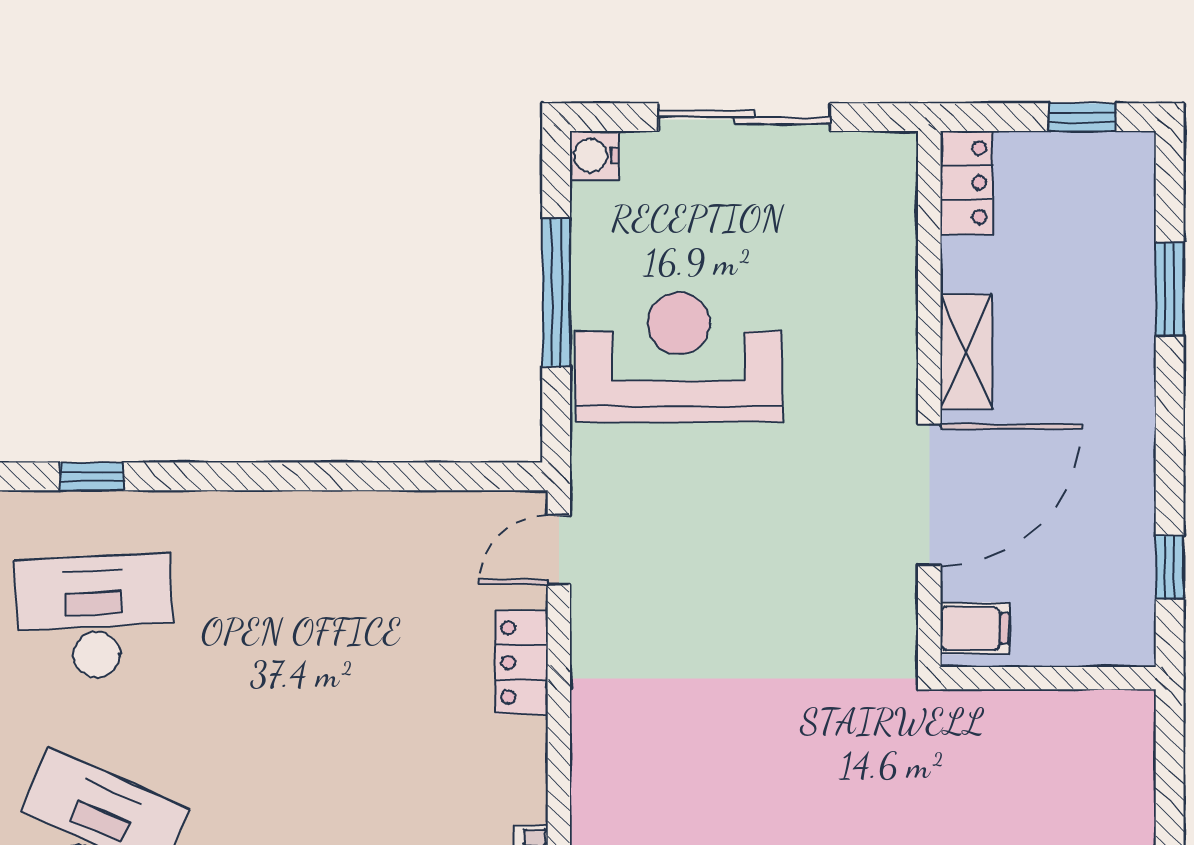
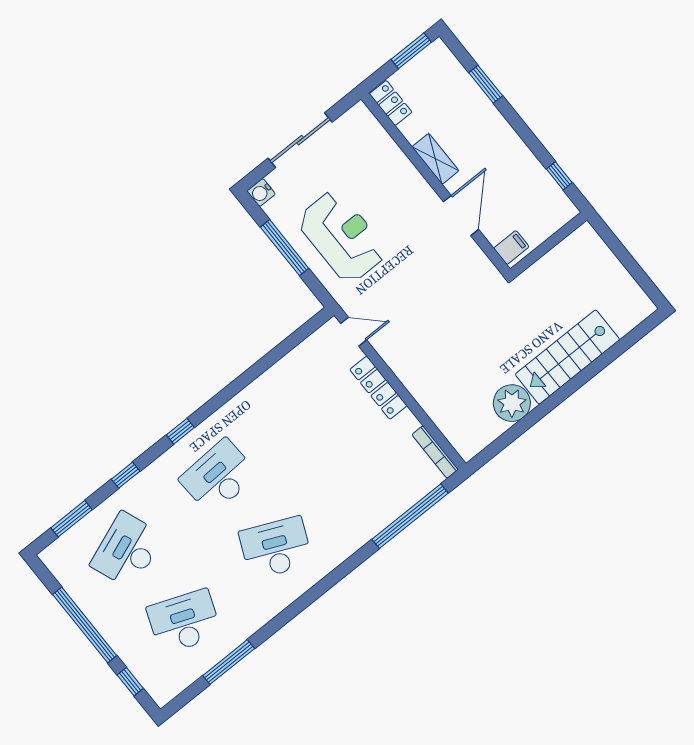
window: (1082, 117) -> (411, 51), width x1.50
reception desk: (679, 357) -> (342, 237), turned 90
door: (929, 495) -> (461, 216), width x0.73
door: (559, 550) -> (354, 332), swing flipped
locker: (522, 662) -> (378, 388), width x1.53

